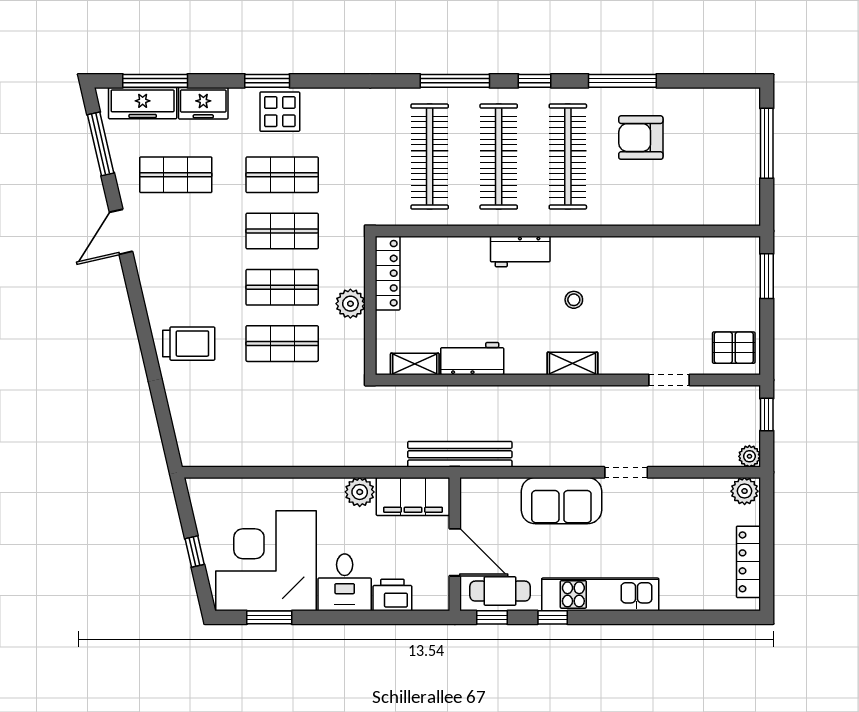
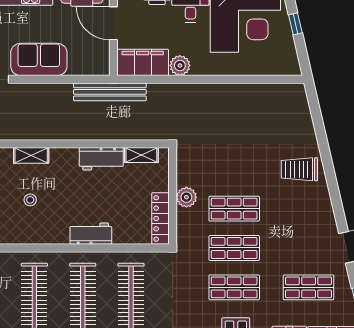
workbench: (520, 251) -> (91, 234), moved
shop shelf: (282, 344) -> (234, 169), removed

